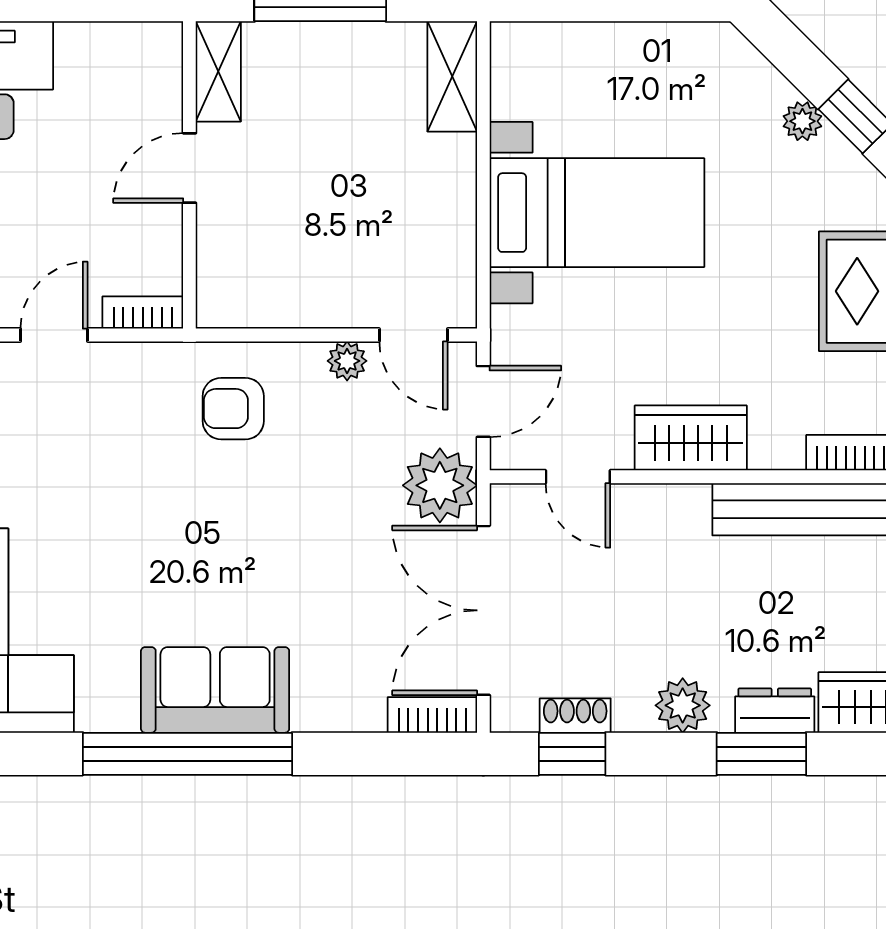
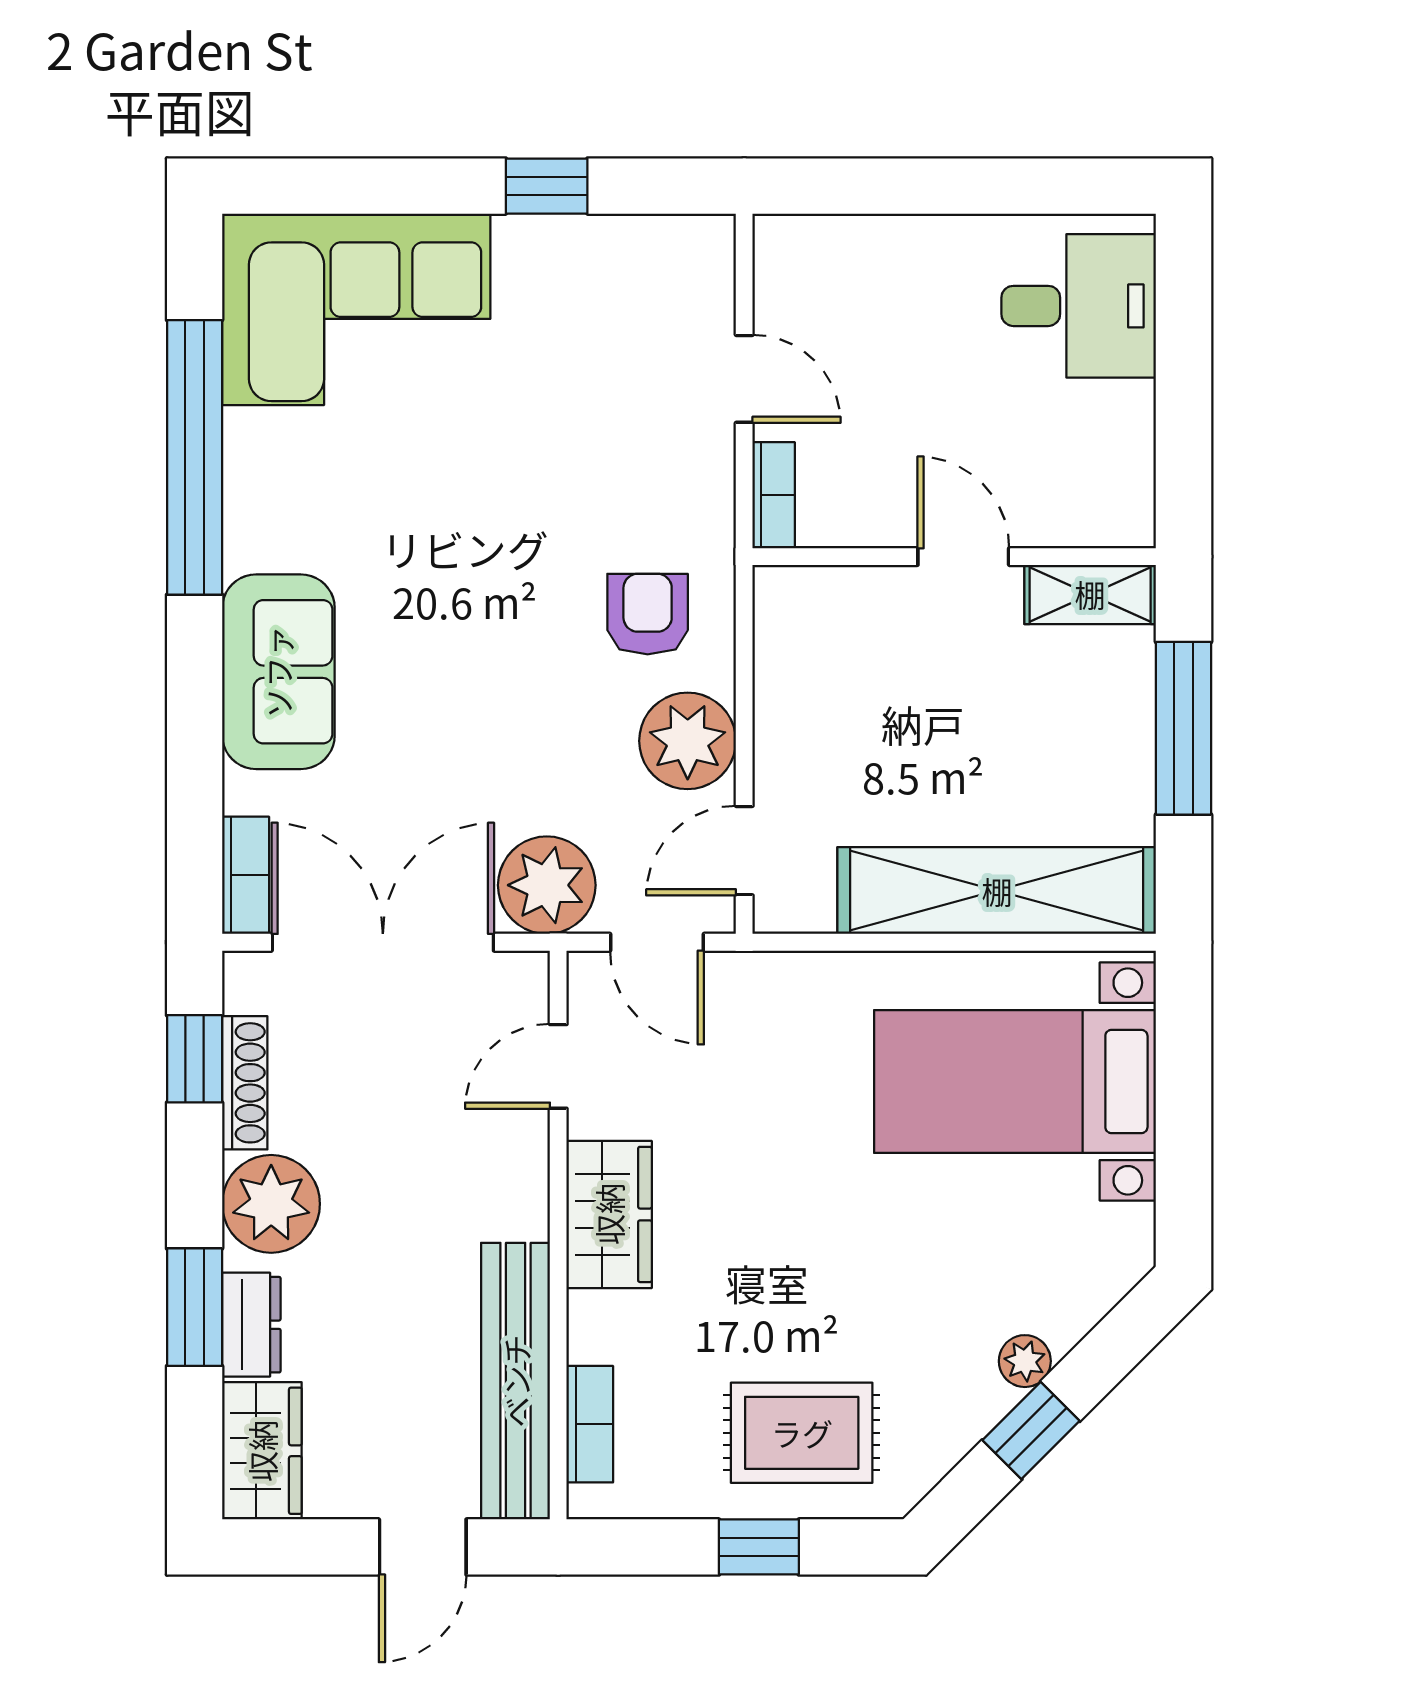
shelving: (452, 76) -> (997, 891), width x2.20, depth x1.33
bed with nightstands: (597, 213) -> (1015, 1081), moved, turned 90
plant: (347, 361) -> (688, 741), width x1.87, depth x1.87
sofa: (215, 690) -> (278, 672), moved
plant: (683, 705) -> (271, 1204), width x1.36, depth x1.36
shoe rack: (575, 716) -> (245, 1083), width x1.43
window: (187, 754) -> (195, 457), moved

